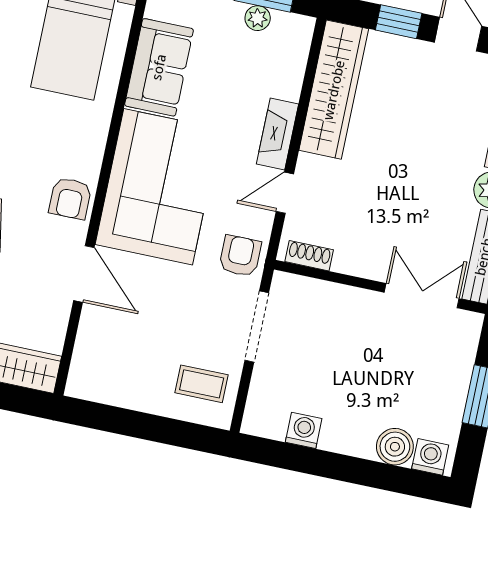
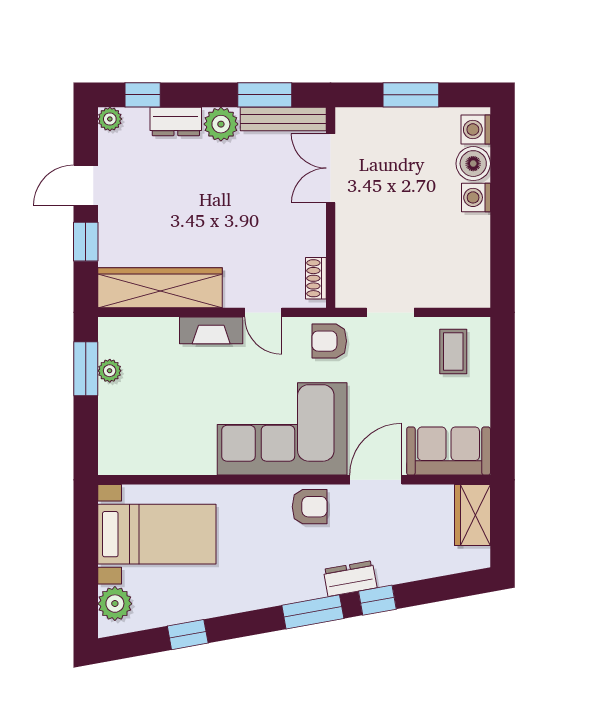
sofa: (159, 67) -> (449, 451), moved
doorway: (257, 327) -> (390, 312), width x0.73
washing machine: (304, 430) -> (476, 197), moved

